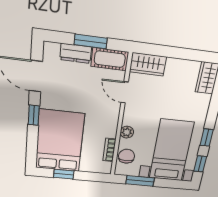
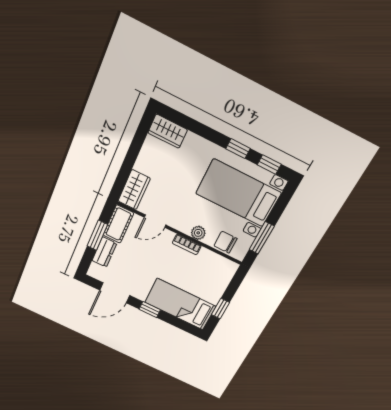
bed: (60, 141) -> (180, 304), width x0.67
bookcase: (109, 150) -> (187, 245), moved

